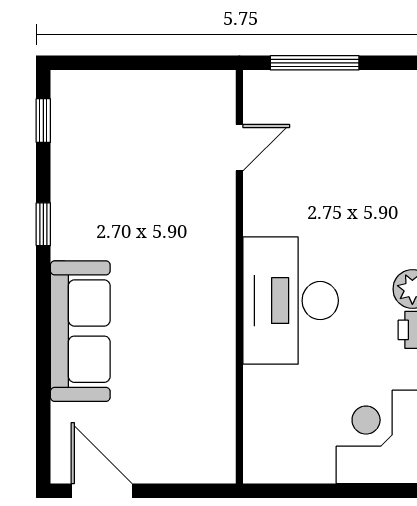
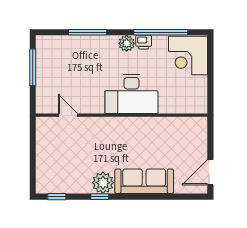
window: (315, 63) -> (33, 67), moved
plant: (77, 232) -> (103, 183), added

